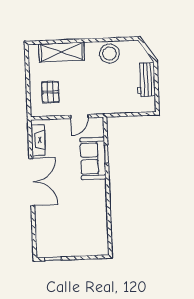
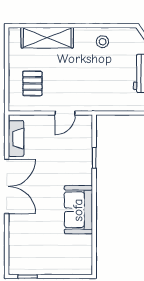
stool: (110, 54) -> (102, 42), width x0.53, depth x0.53
sofa: (93, 158) -> (78, 210), moved

